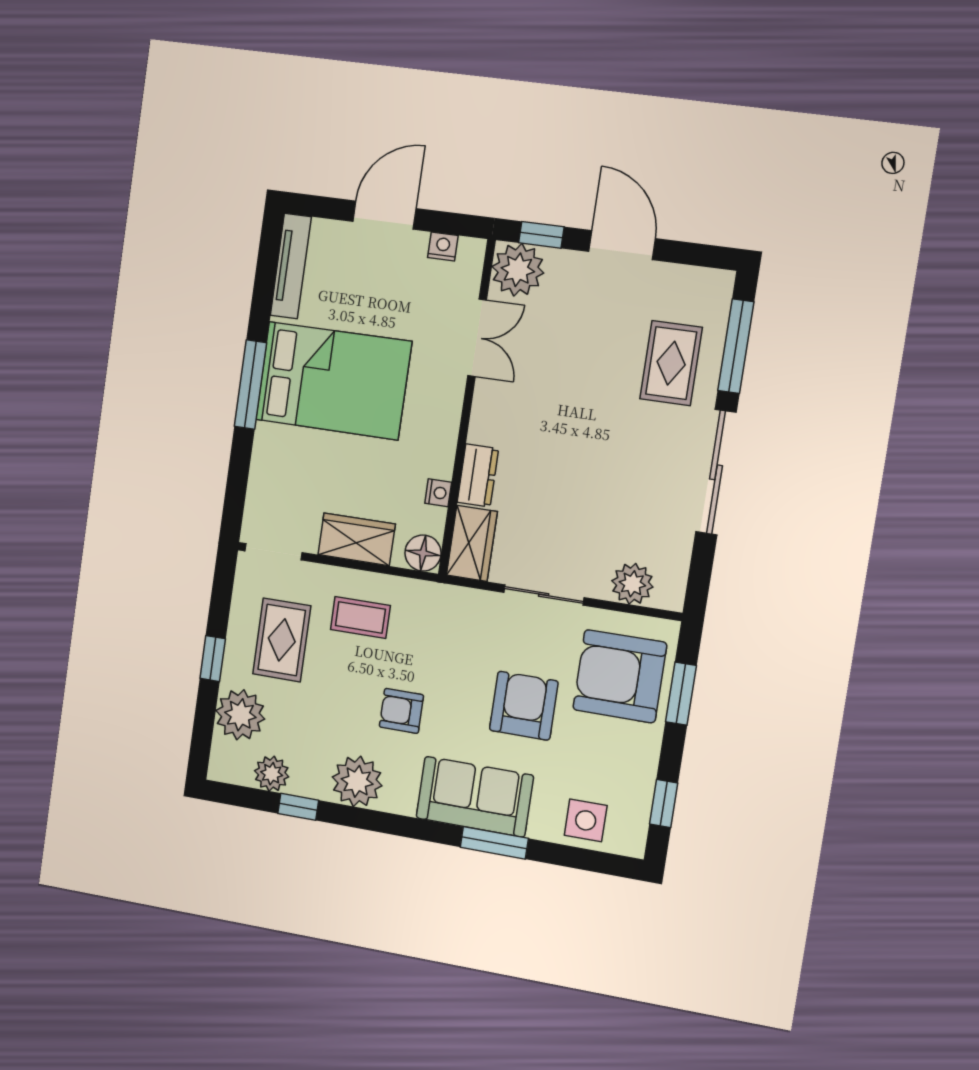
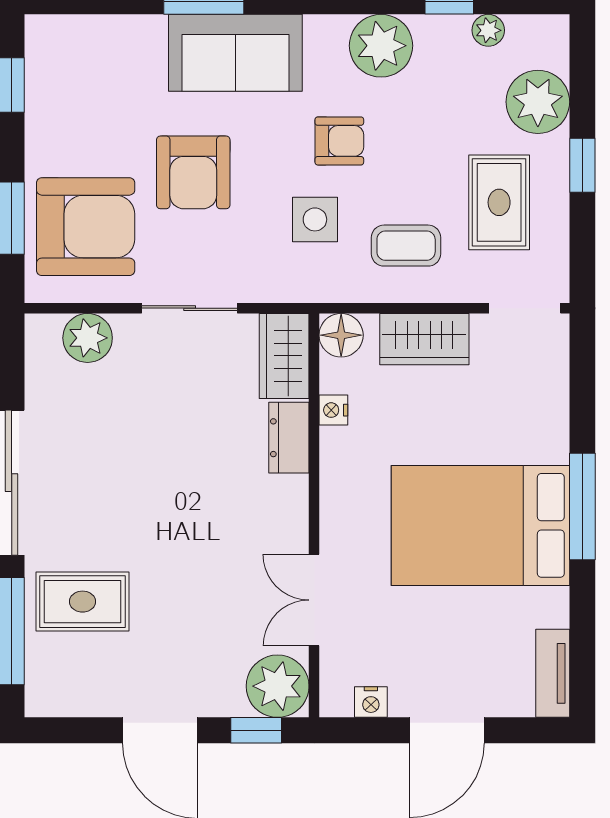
tv unit: (291, 266) -> (553, 673), width x0.71
rug: (671, 363) -> (82, 602), turned 90
plant: (272, 774) -> (488, 30), width x0.73, depth x0.73
side table: (586, 820) -> (315, 219), moved

